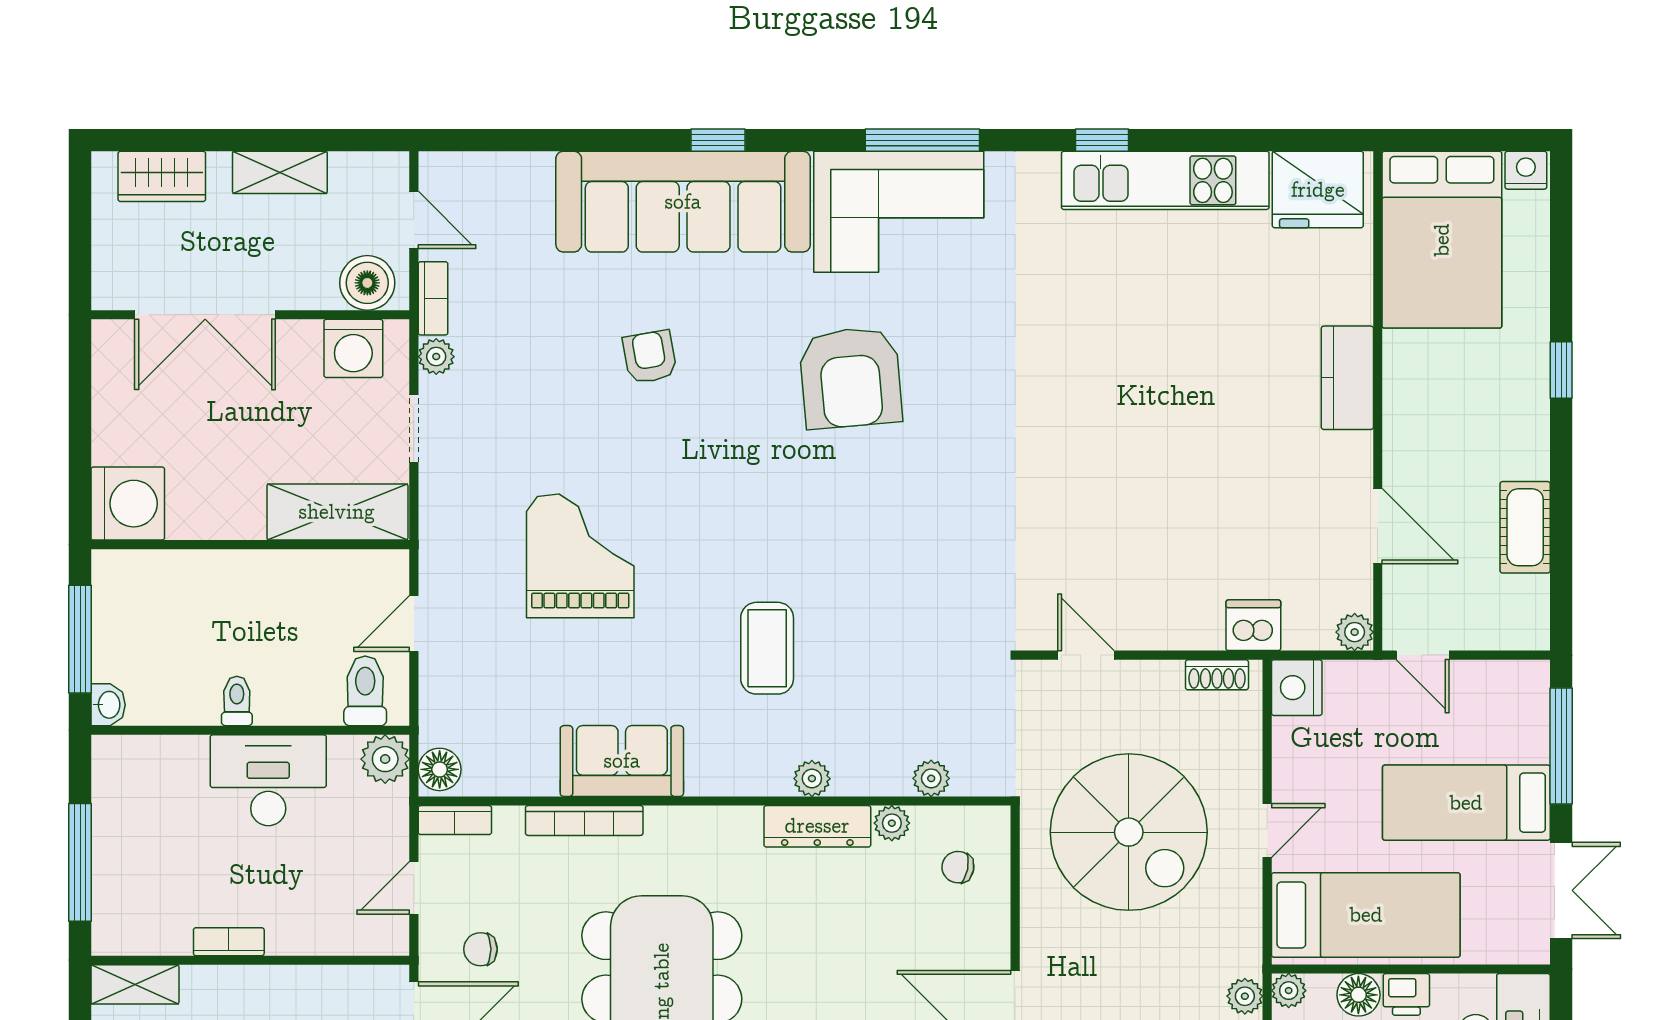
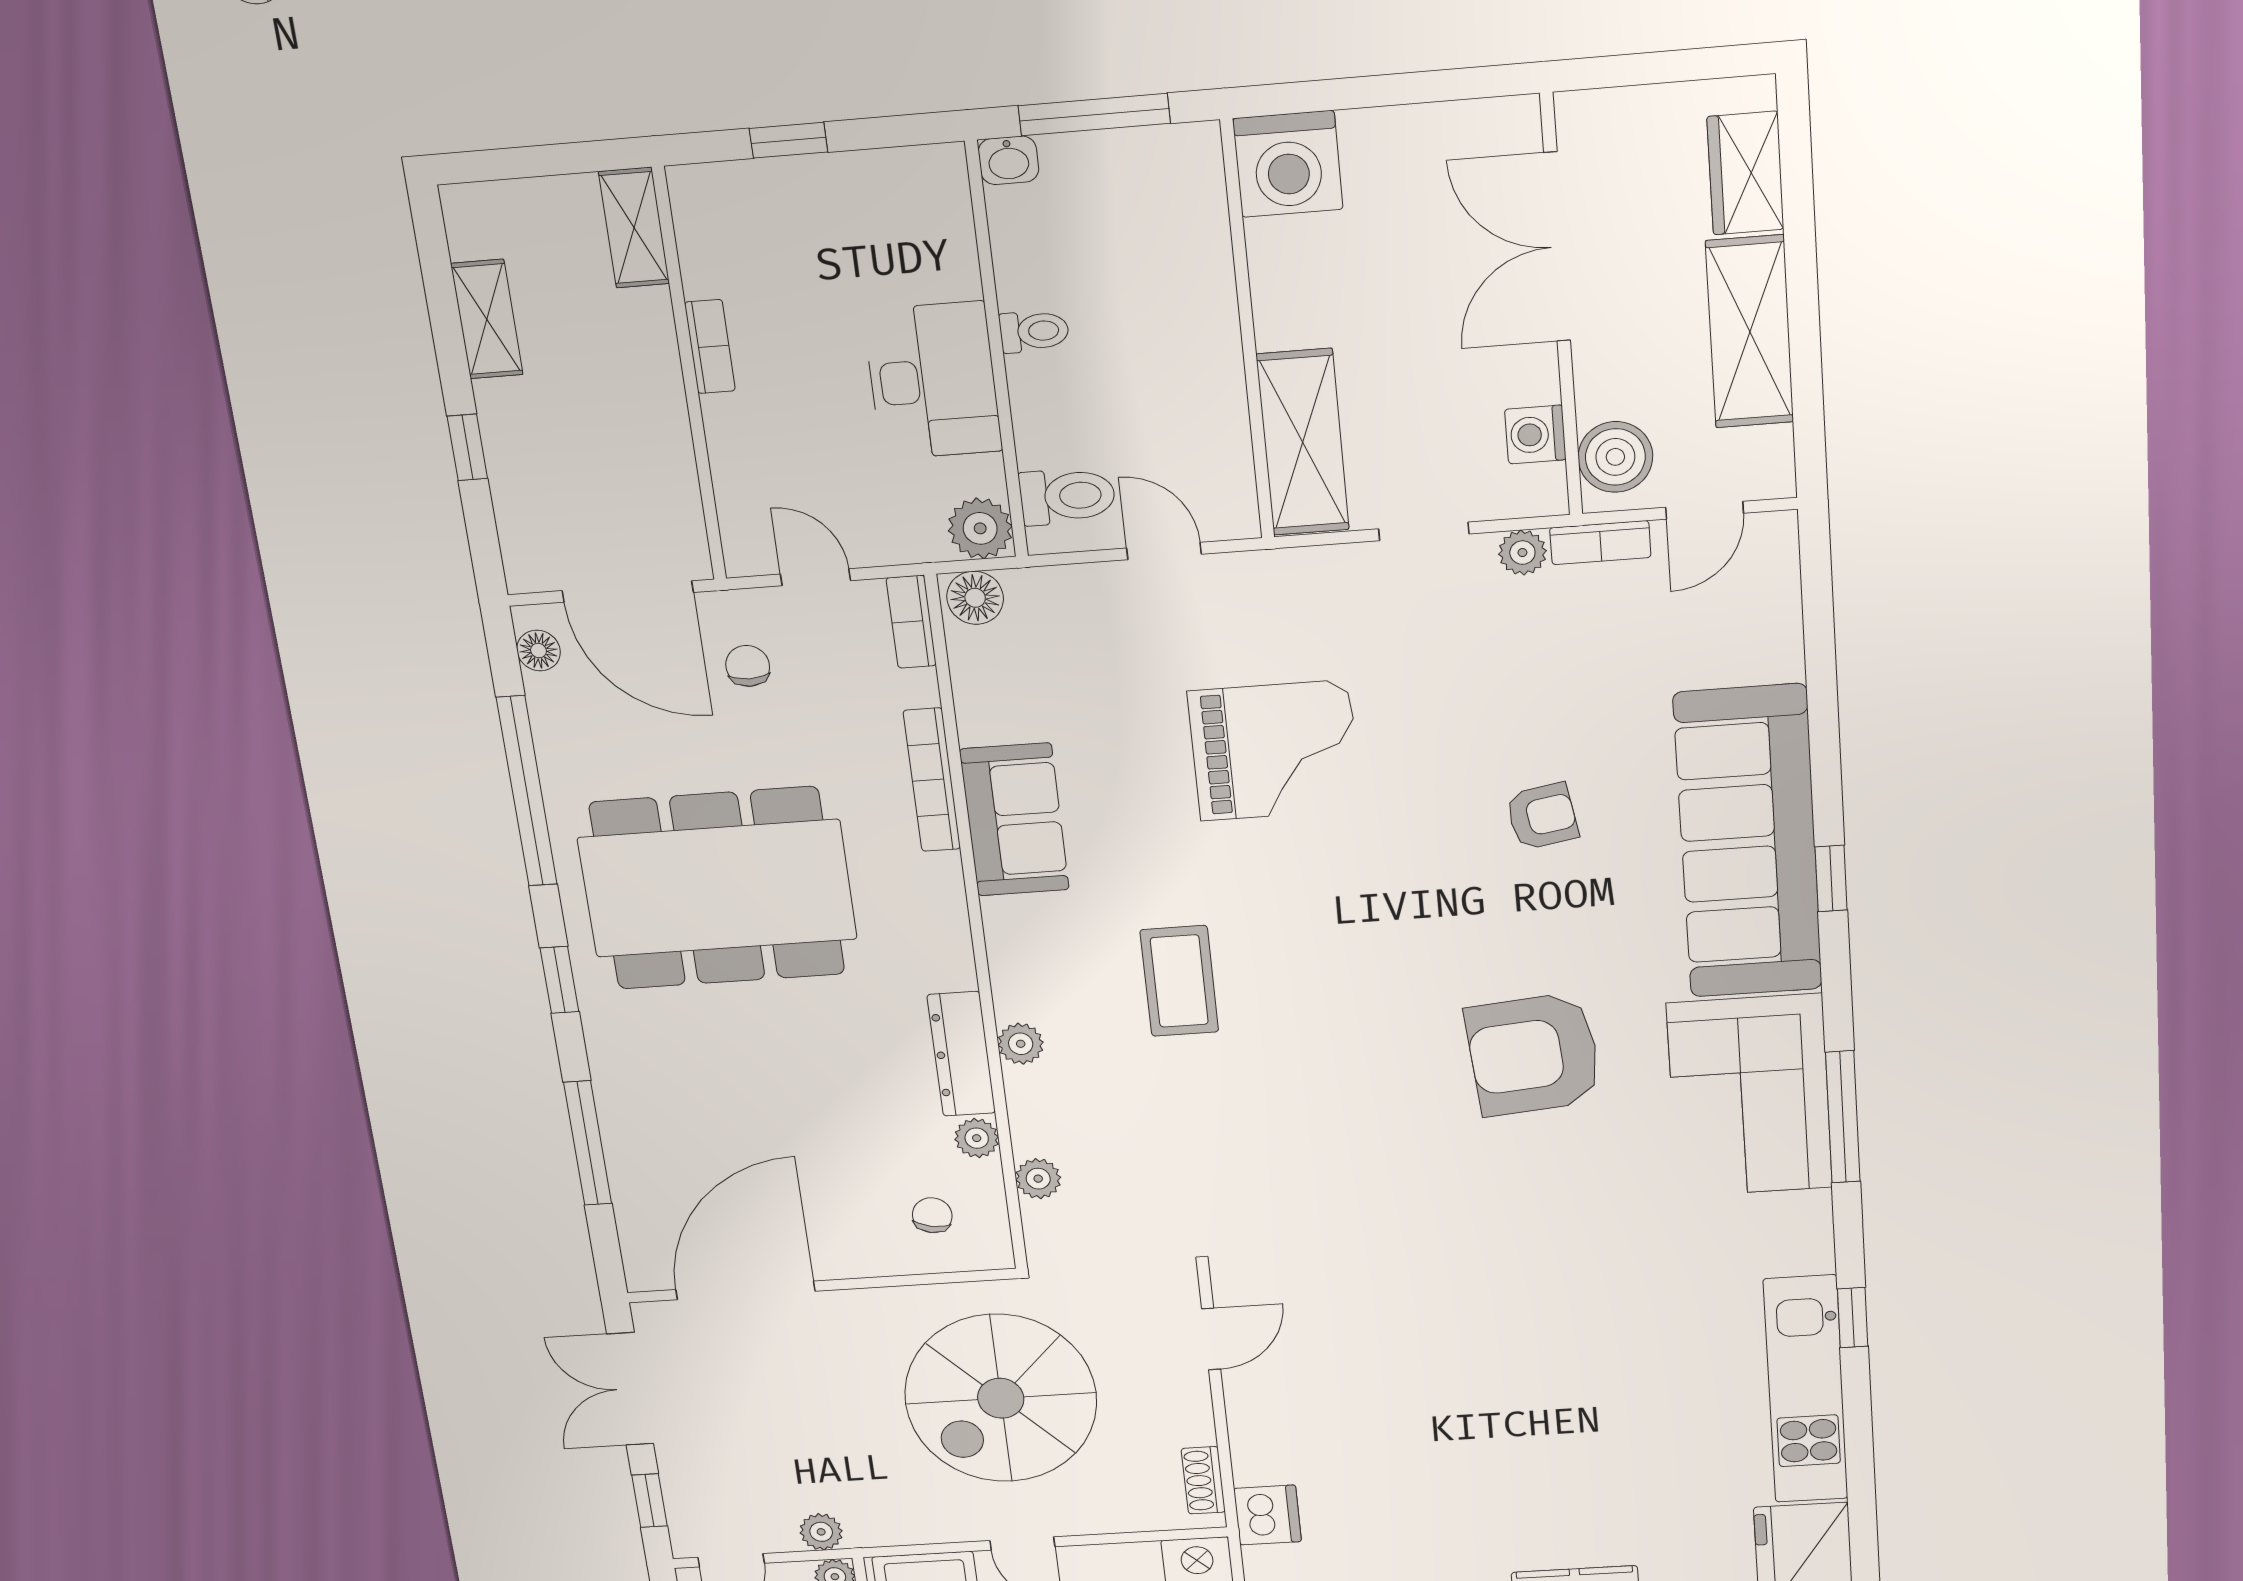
shelving: (280, 172) -> (1750, 332), width x1.50, depth x1.33
washing machine: (353, 348) -> (1535, 434), width x0.73, depth x0.73
coffee table: (767, 648) -> (1179, 981), turned 90
window: (80, 862) -> (788, 140), width x0.46

